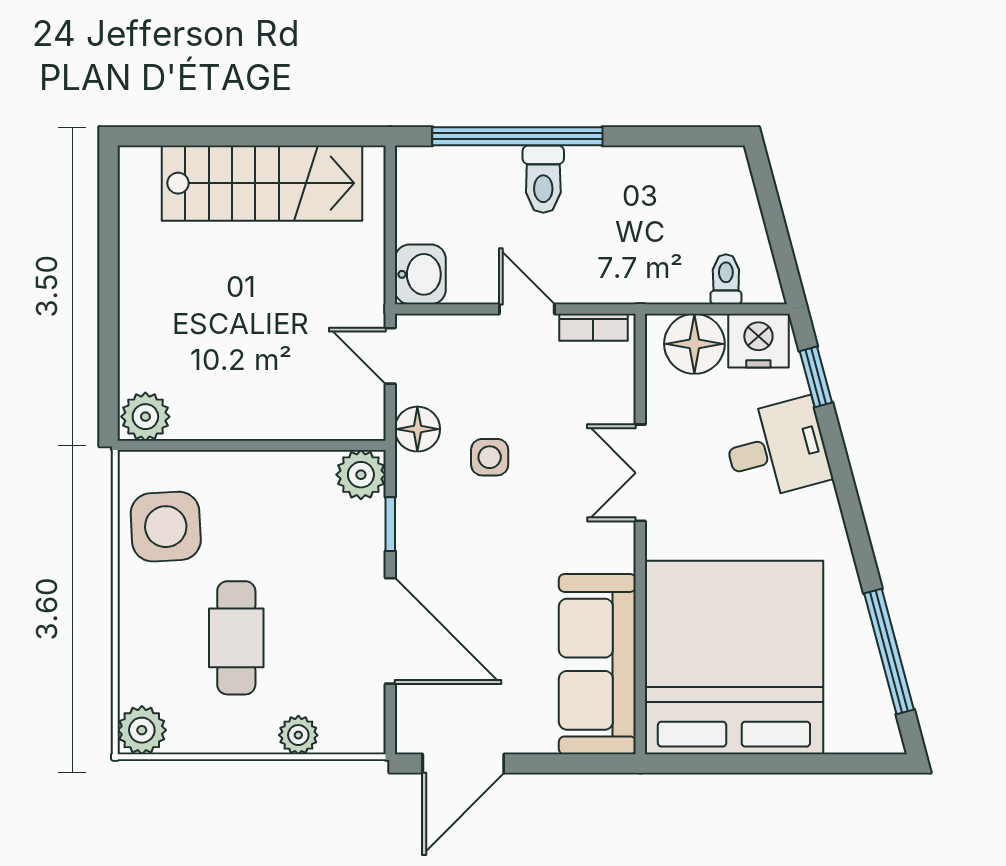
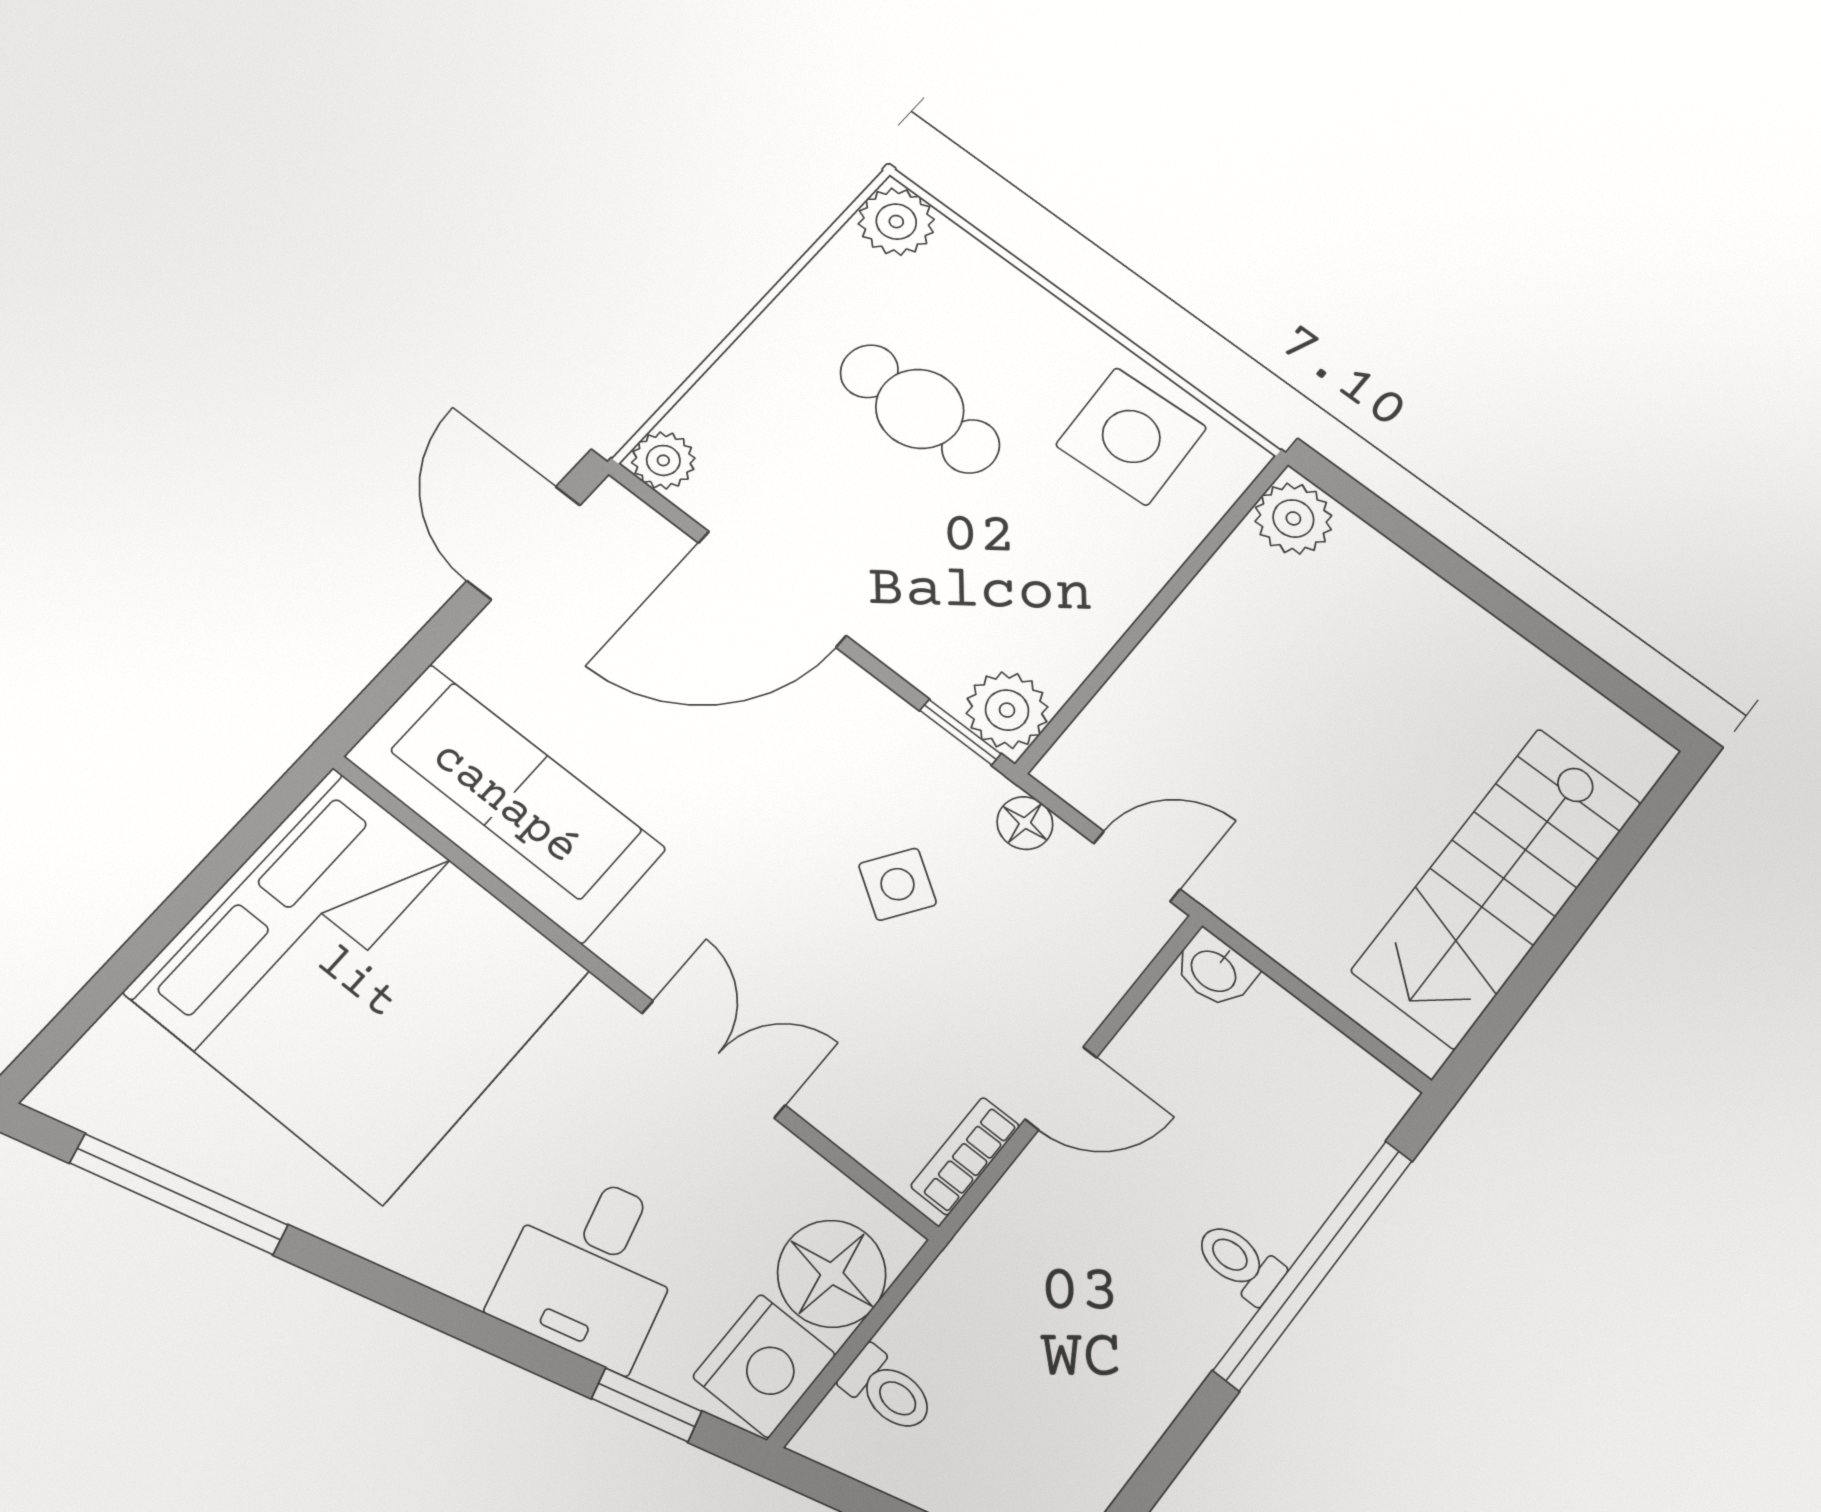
toilet: (543, 179) -> (1240, 1262), width x0.73, depth x0.72
washbasin: (420, 274) -> (1215, 970), width x0.72, depth x0.69
floor lamp: (417, 429) -> (1025, 823), width x0.73, depth x0.73
side table: (490, 457) -> (898, 884), turned 34
window: (390, 524) -> (960, 732), moved
plant: (298, 735) -> (663, 460), moved

